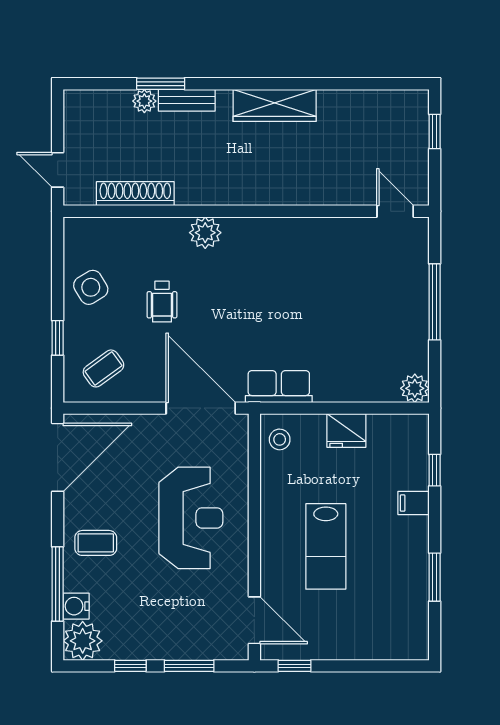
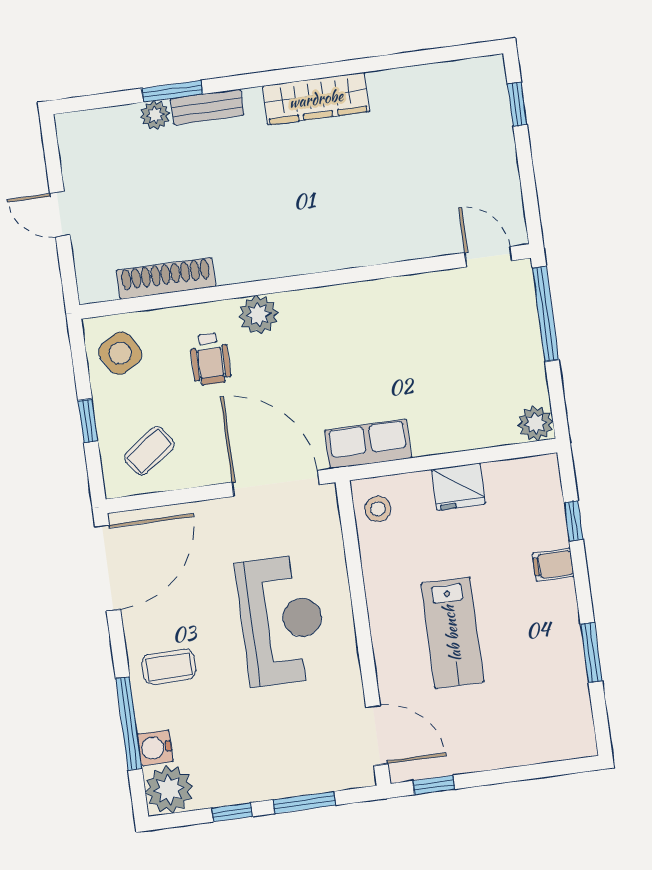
shoe rack: (135, 194) -> (166, 278), moved
wall: (246, 211) -> (305, 282), moved
door: (395, 211) -> (488, 257), moved
plant: (205, 233) -> (258, 315), moved

